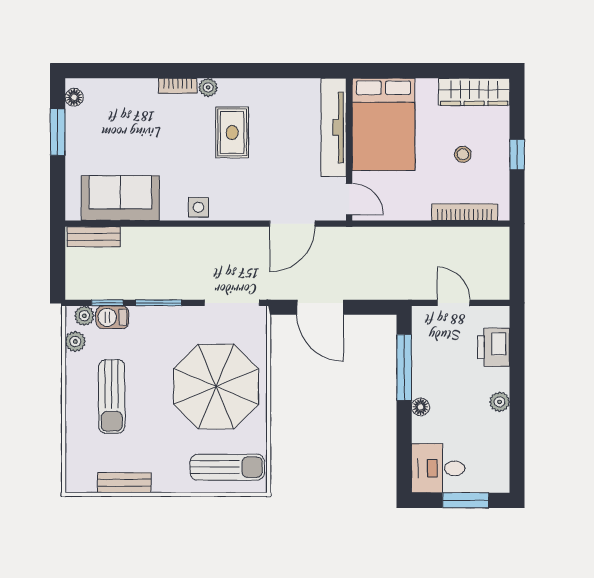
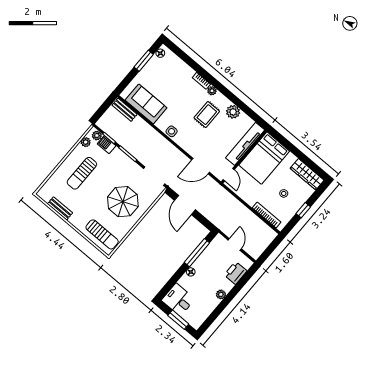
plant: (271, 92) -> (233, 112), added
parasol: (216, 387) -> (123, 202), width x0.73, depth x0.73

